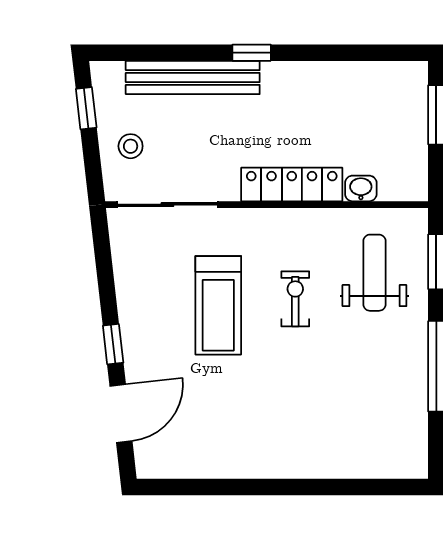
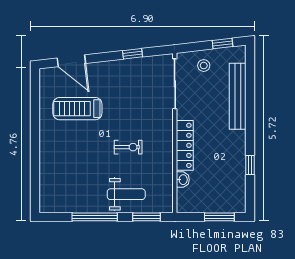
window: (252, 53) -> (250, 165), moved
weight bench: (374, 273) -> (126, 194), moved
treadmill: (218, 305) -> (77, 109), moved
window: (113, 344) -> (133, 54), moved

